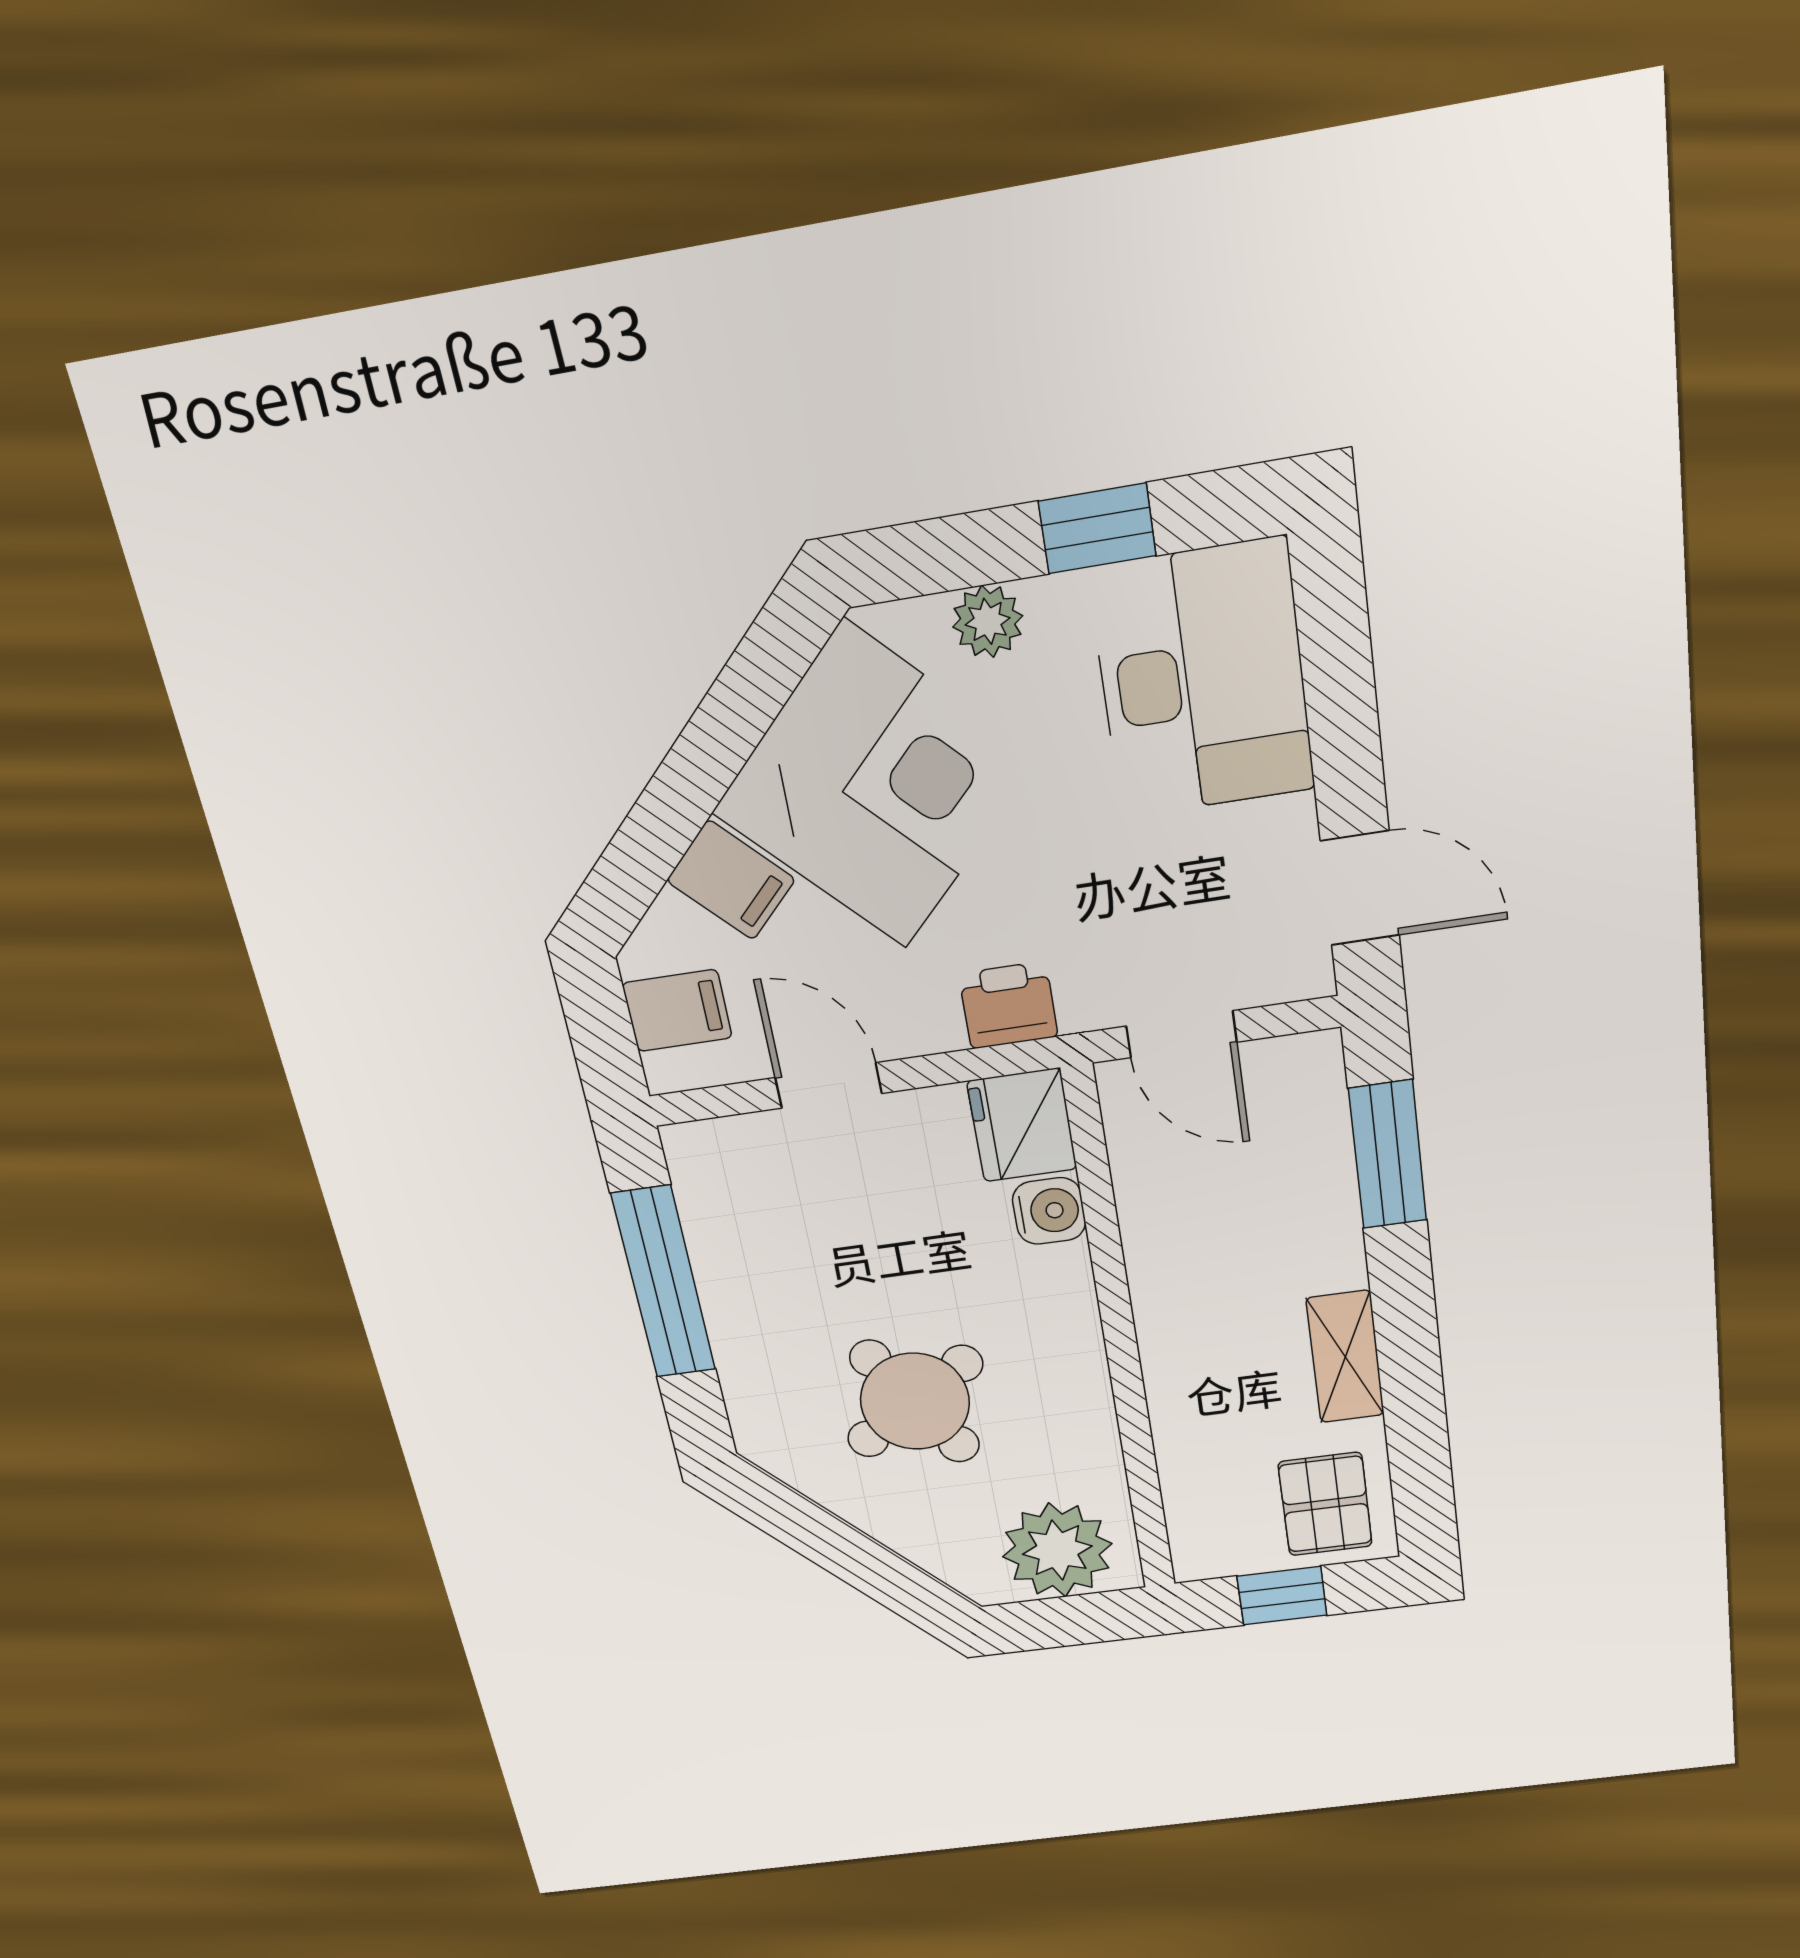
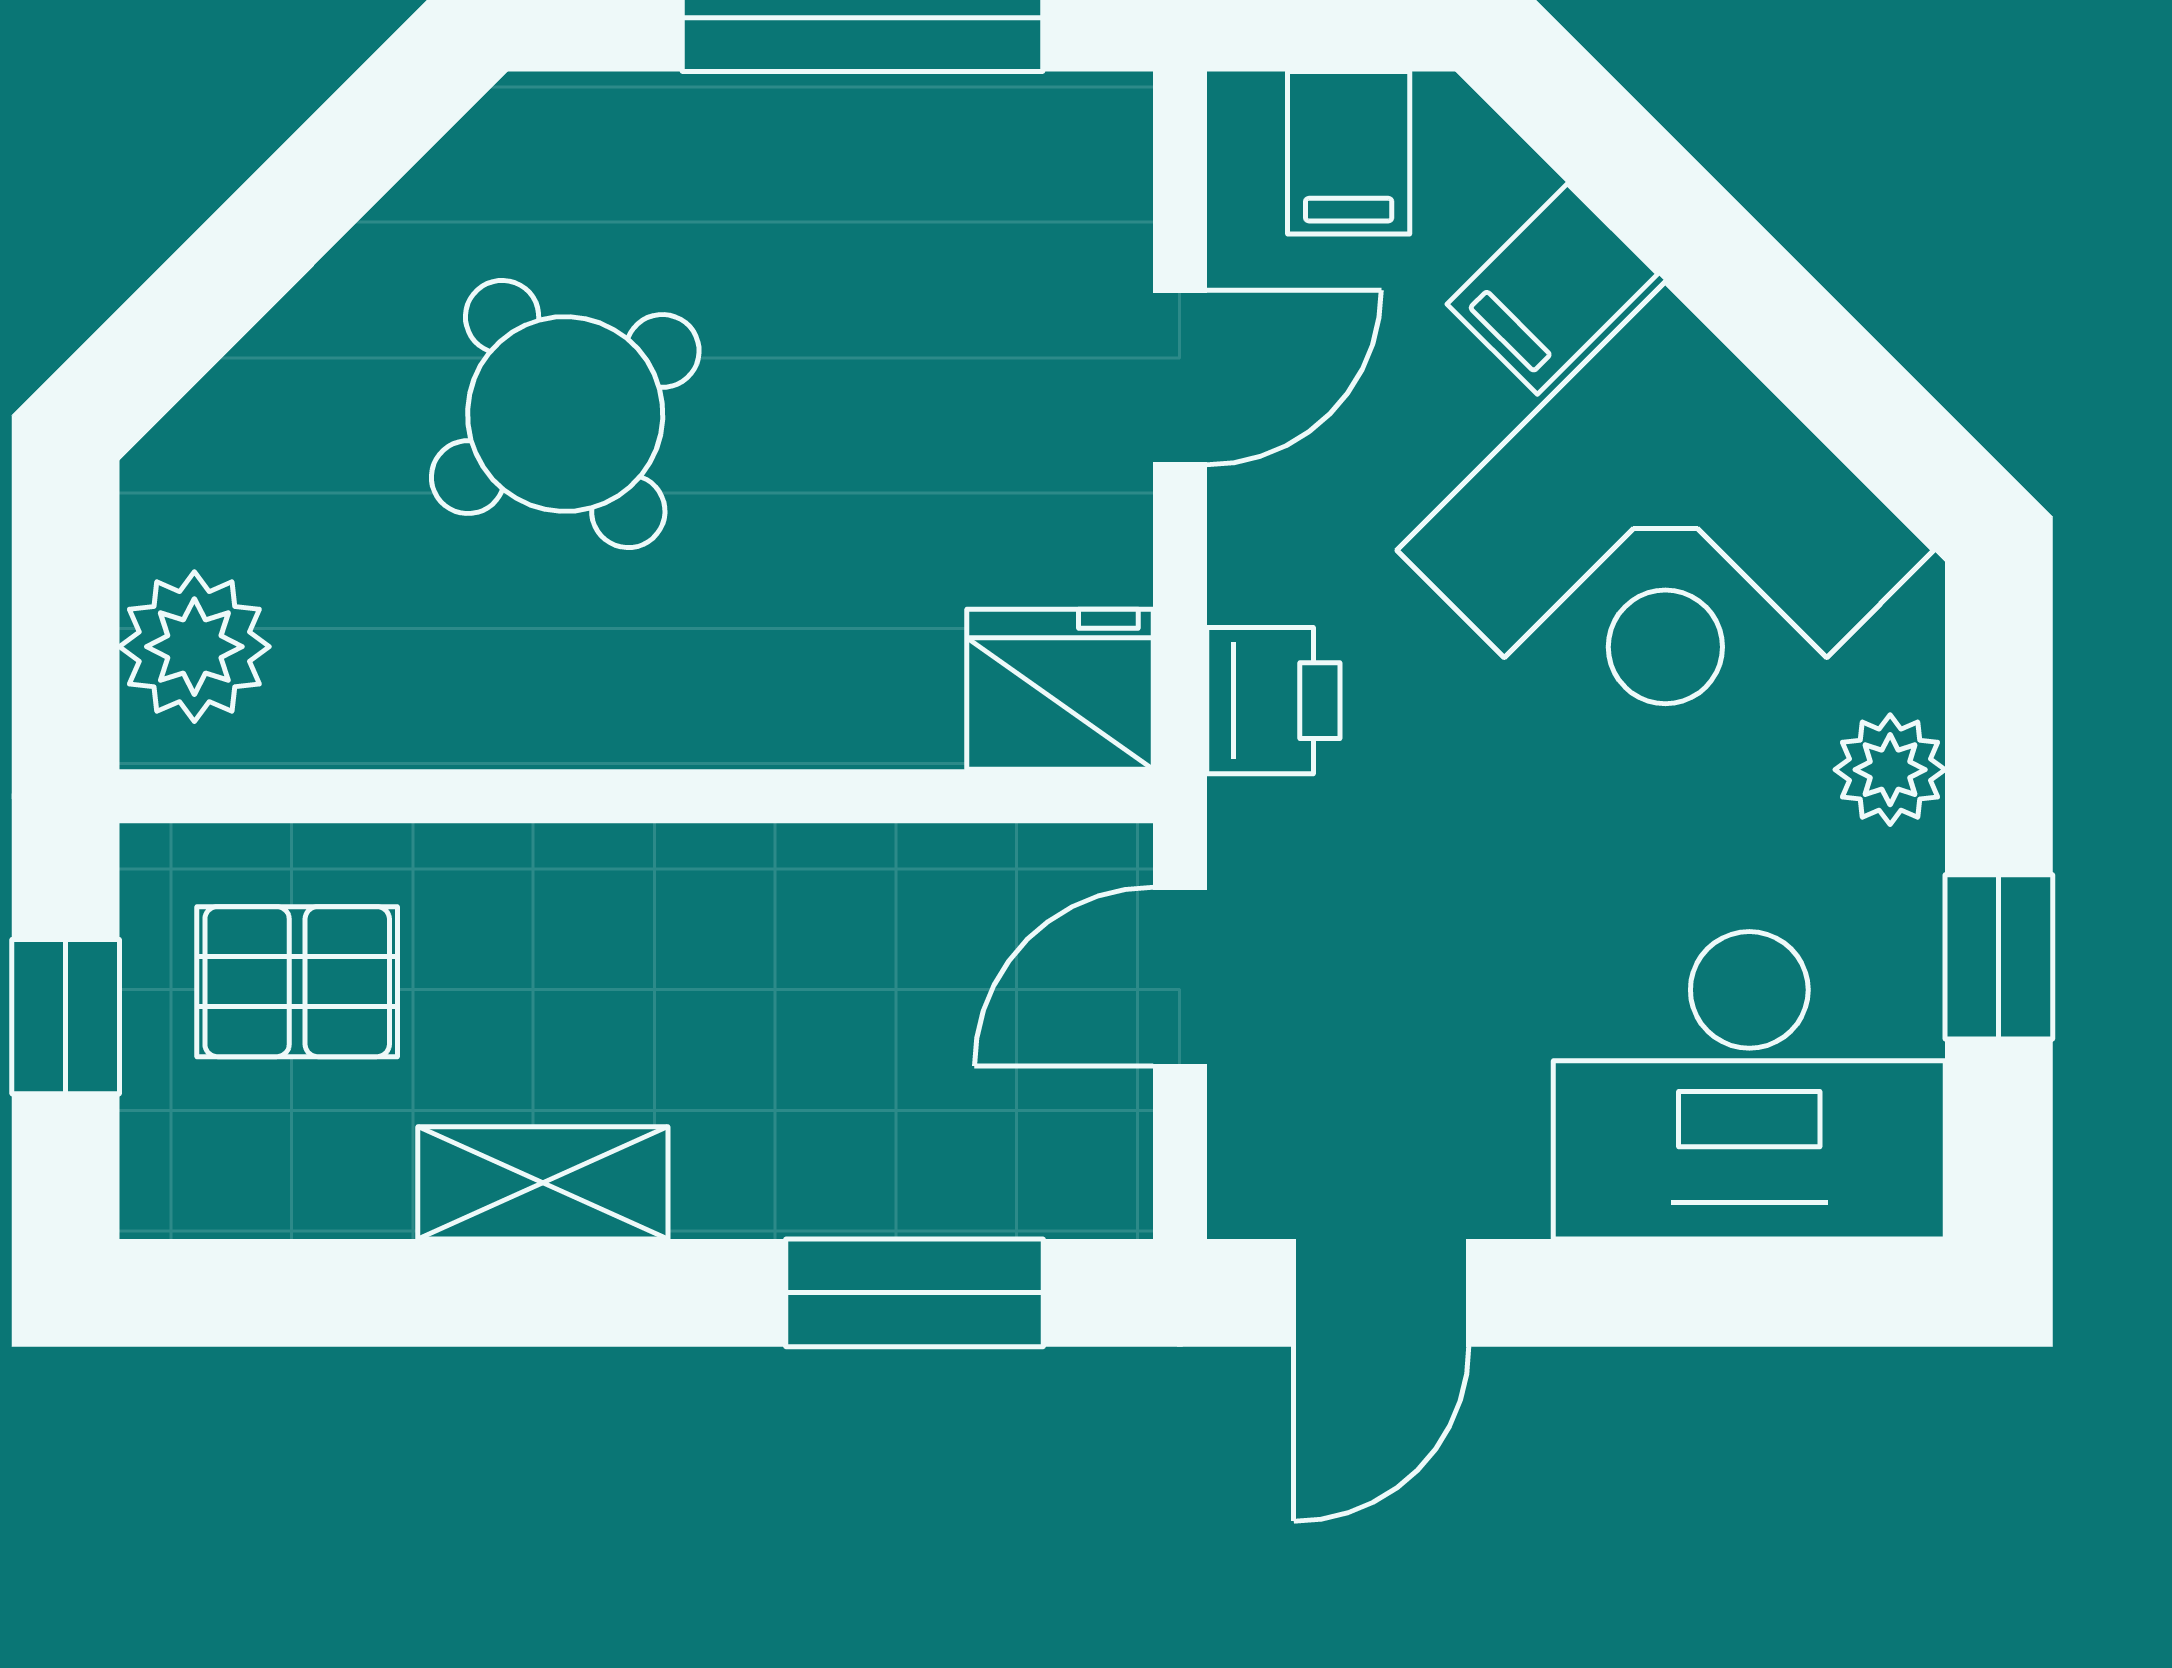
water cooler: (1049, 1211) -> (897, 710), removed
pallet: (1325, 1504) -> (297, 982), moved
plant: (1057, 1550) -> (194, 647), width x0.73, depth x0.73

